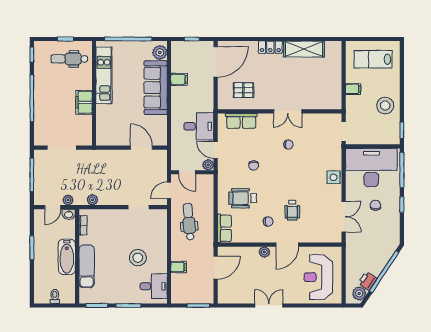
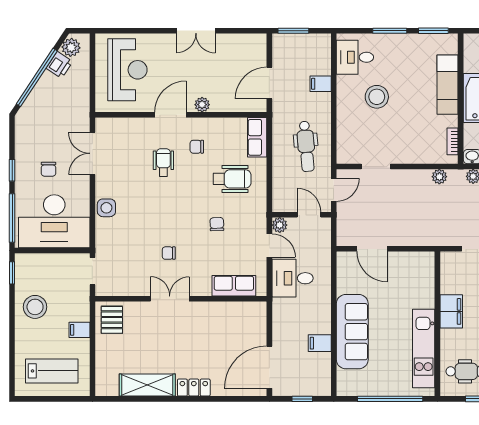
plant: (160, 52) -> (346, 380), removed
pallet: (243, 90) -> (112, 320), moved, turned 90

